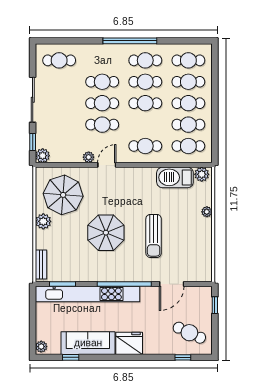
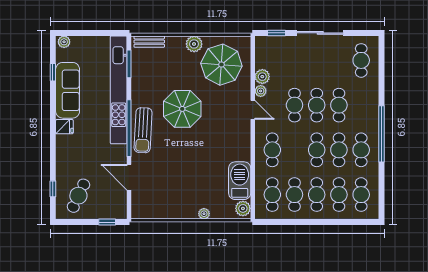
plant: (43, 156) -> (262, 77), moved
sun lounger: (154, 236) -> (143, 130), moved, turned -87
fridge: (129, 343) -> (64, 127), width x0.53, depth x0.75

